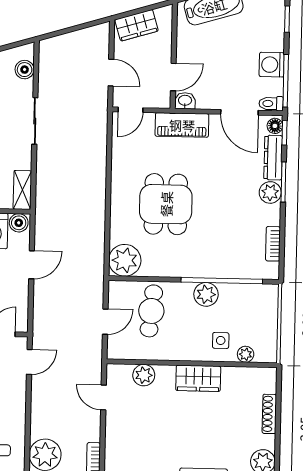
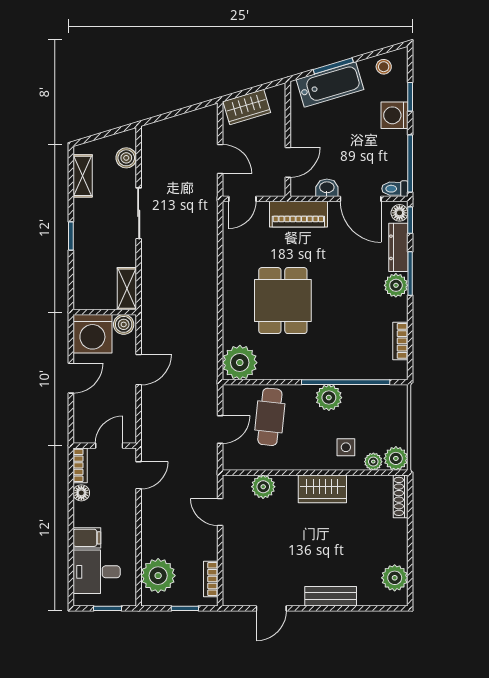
washing machine: (272, 65) -> (395, 115), moved
washbasin: (185, 101) -> (327, 188), moved
plant: (266, 352) -> (396, 458), added
shoe rack: (269, 414) -> (401, 496), moved

